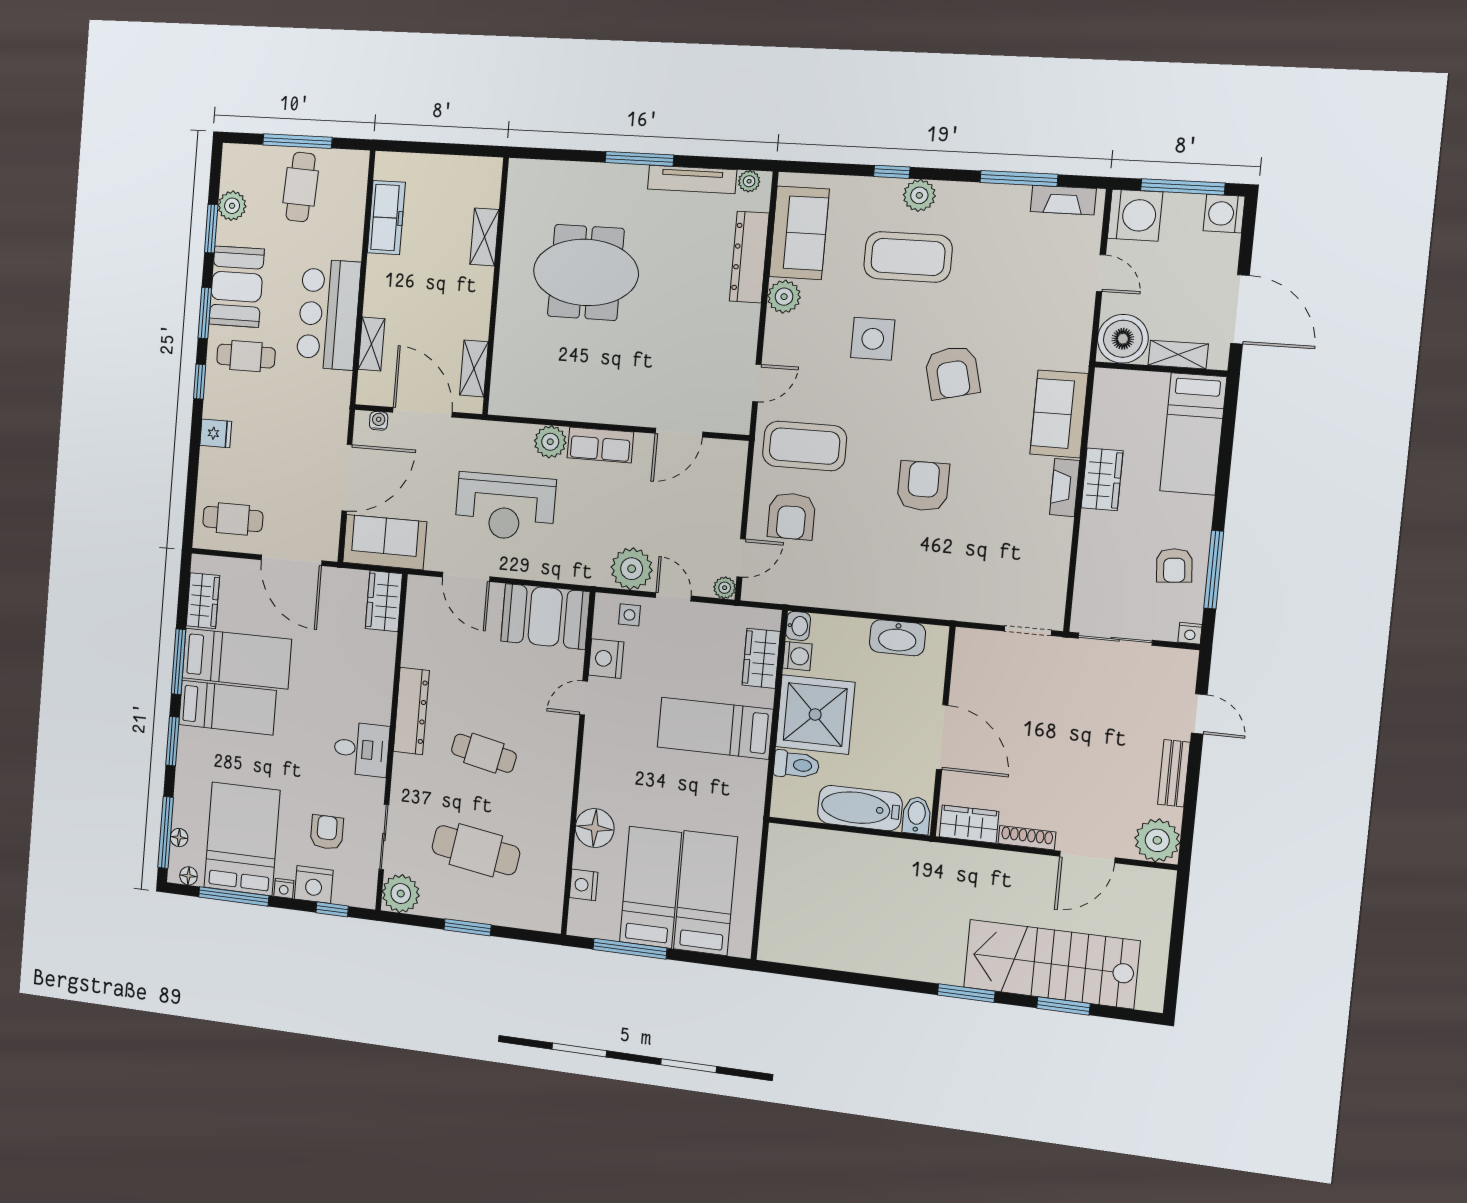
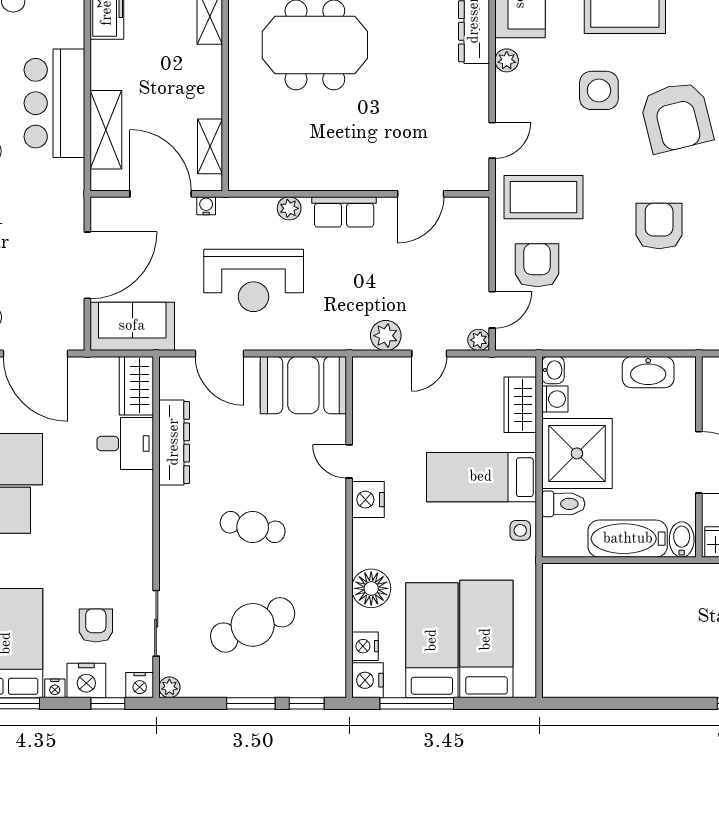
plant: (784, 297) -> (507, 60), width x0.73, depth x0.73
shelving: (371, 344) -> (106, 130), width x1.50, depth x1.33
armchair: (952, 373) -> (676, 117), width x1.36, depth x1.36
water cooler: (379, 421) -> (206, 206), moved
plant: (550, 442) -> (289, 208), width x0.73, depth x0.73
armchair: (791, 516) -> (537, 265), turned 180
plant: (632, 569) -> (386, 336), width x0.73, depth x0.73
door: (673, 597) -> (429, 354), swing flipped
side table: (629, 615) -> (520, 530), moved
nightstand: (606, 659) -> (368, 500), moved
door: (584, 698) -> (349, 461), hinge flipped
dresser: (411, 711) -> (174, 442), moved
desk: (361, 749) -> (125, 443), moved
cafe table: (476, 850) -> (253, 625), turned -33
plant: (401, 894) -> (169, 687), width x0.53, depth x0.53
nightstand: (363, 896) -> (140, 685), added
nightstand: (583, 919) -> (367, 680), added
window: (522, 934) -> (307, 703), added

